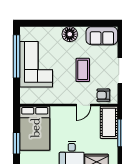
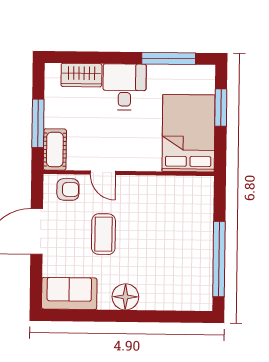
corner sofa: (36, 64) -> (185, 245), removed
door: (83, 105) -> (103, 173), swing flipped
cot: (109, 122) -> (55, 149), width x0.73, depth x0.75

